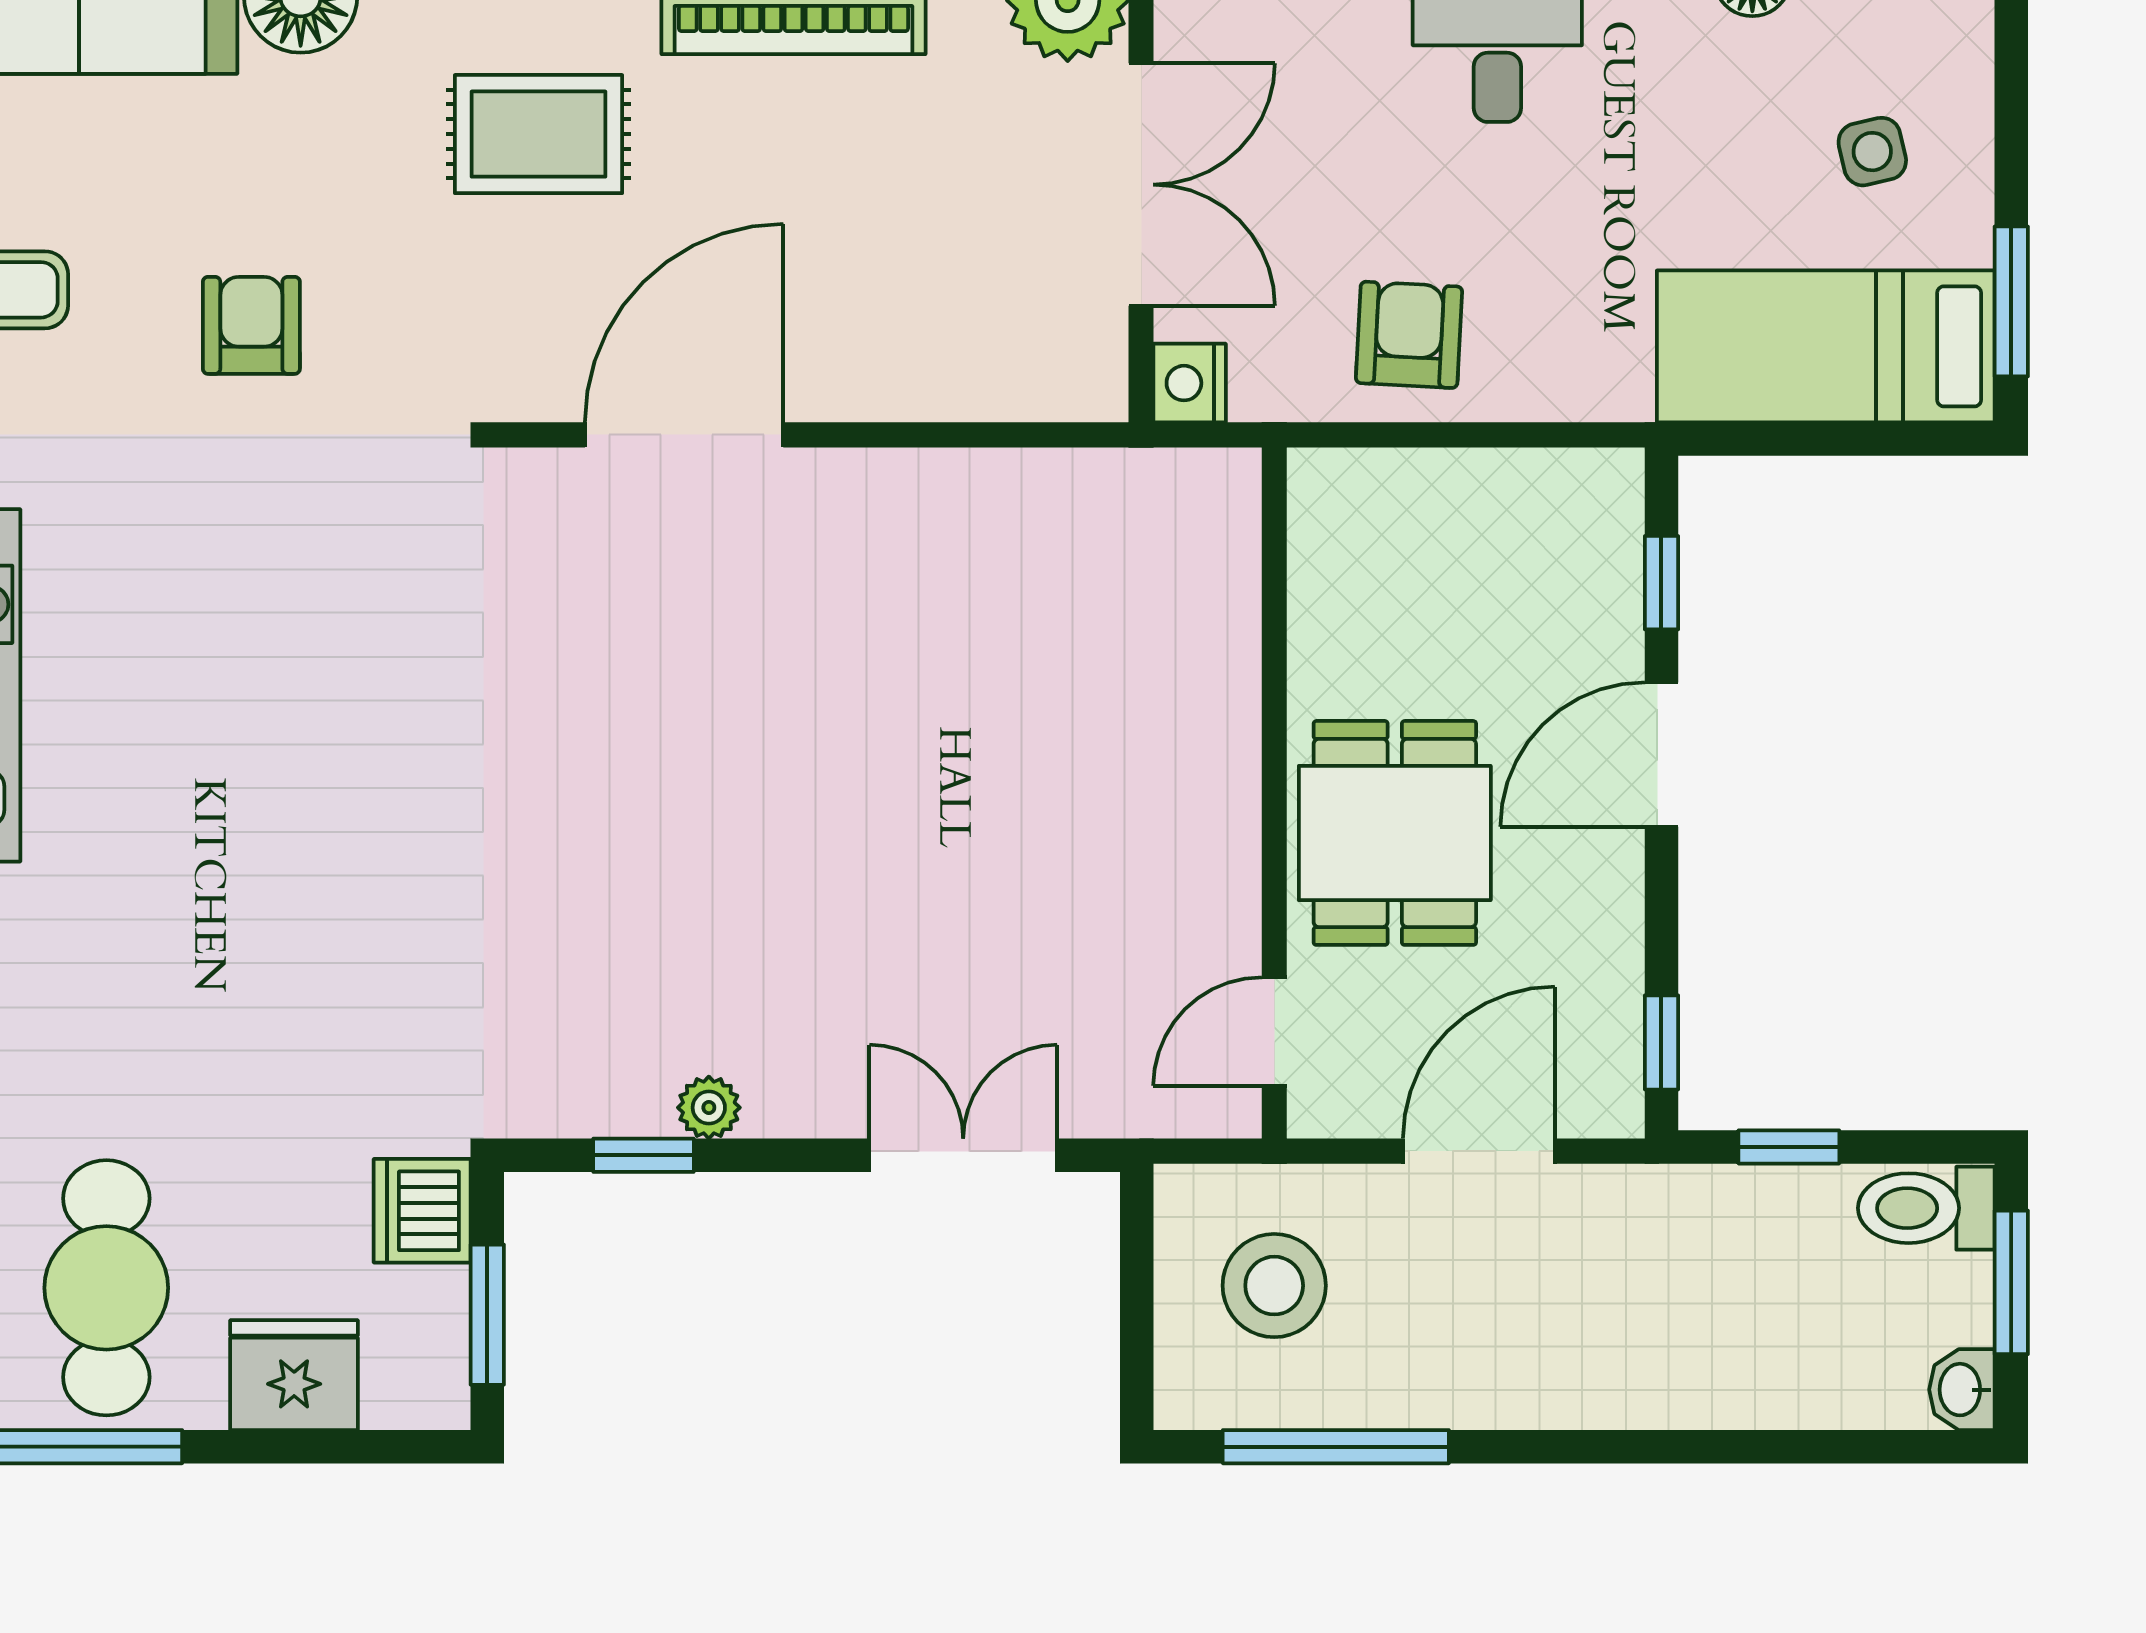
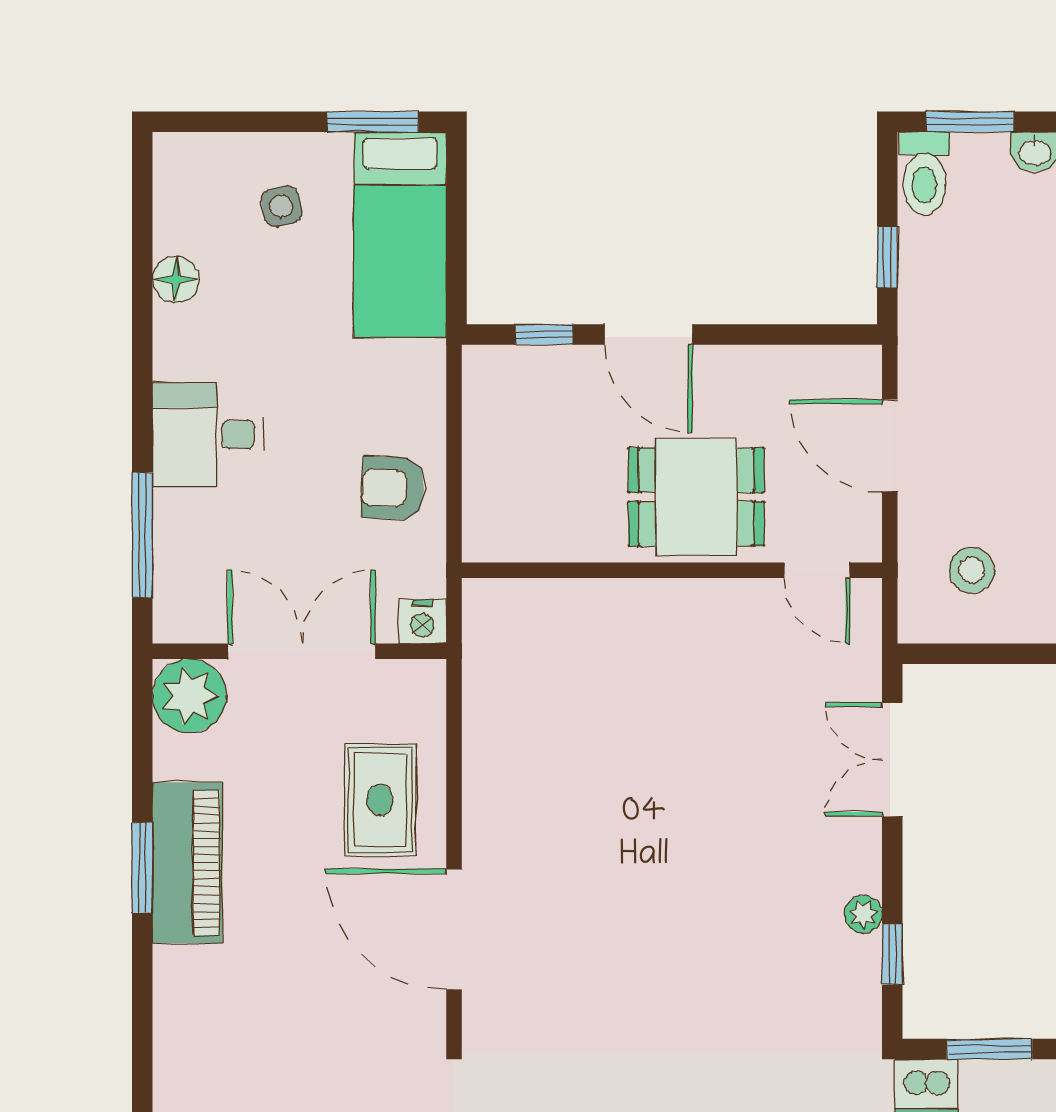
rug: (539, 134) -> (380, 800), moved
window: (1661, 1042) -> (824, 335), removed
stool: (1274, 1286) -> (972, 570), width x0.73, depth x0.73

